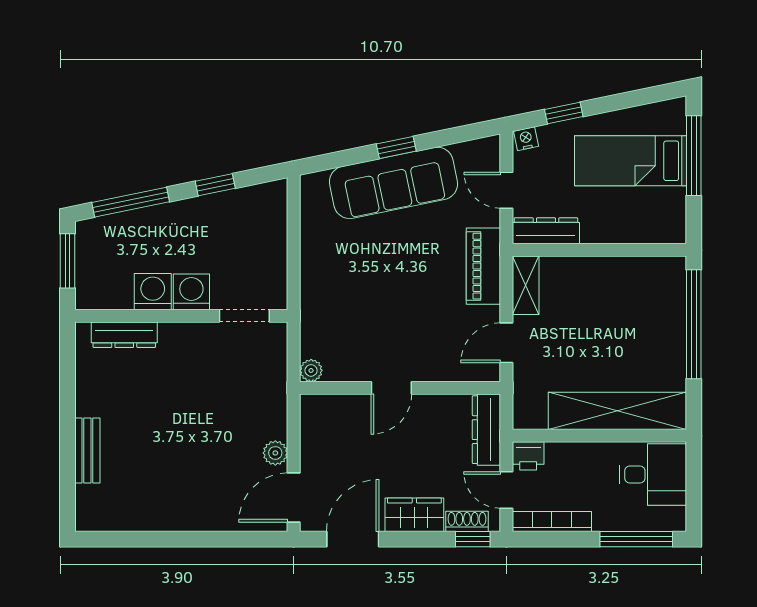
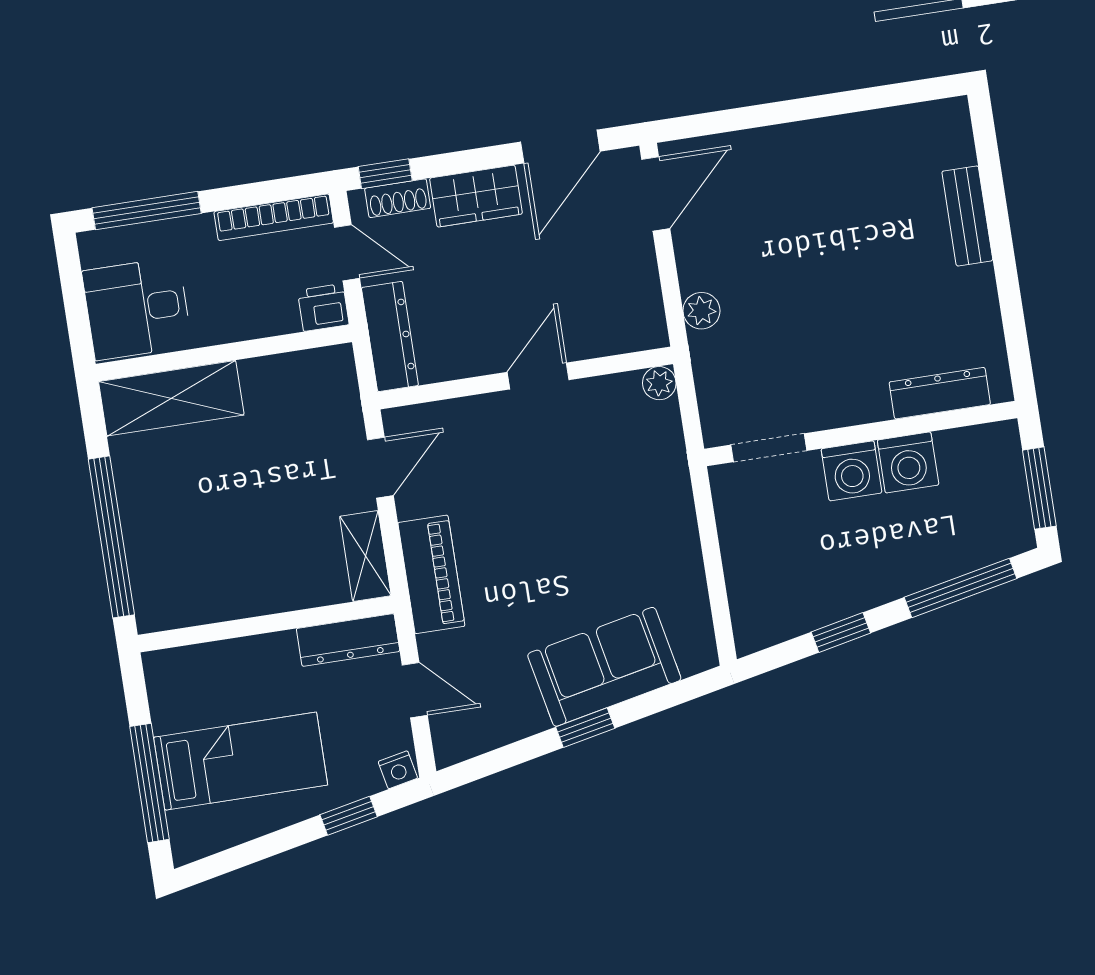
sofa: (393, 183) -> (604, 667), width x0.73
shelving: (617, 411) -> (171, 398), width x0.68
plant: (275, 453) -> (701, 311), moved

